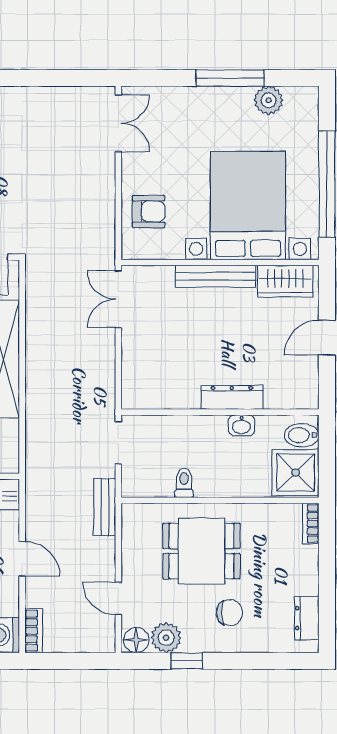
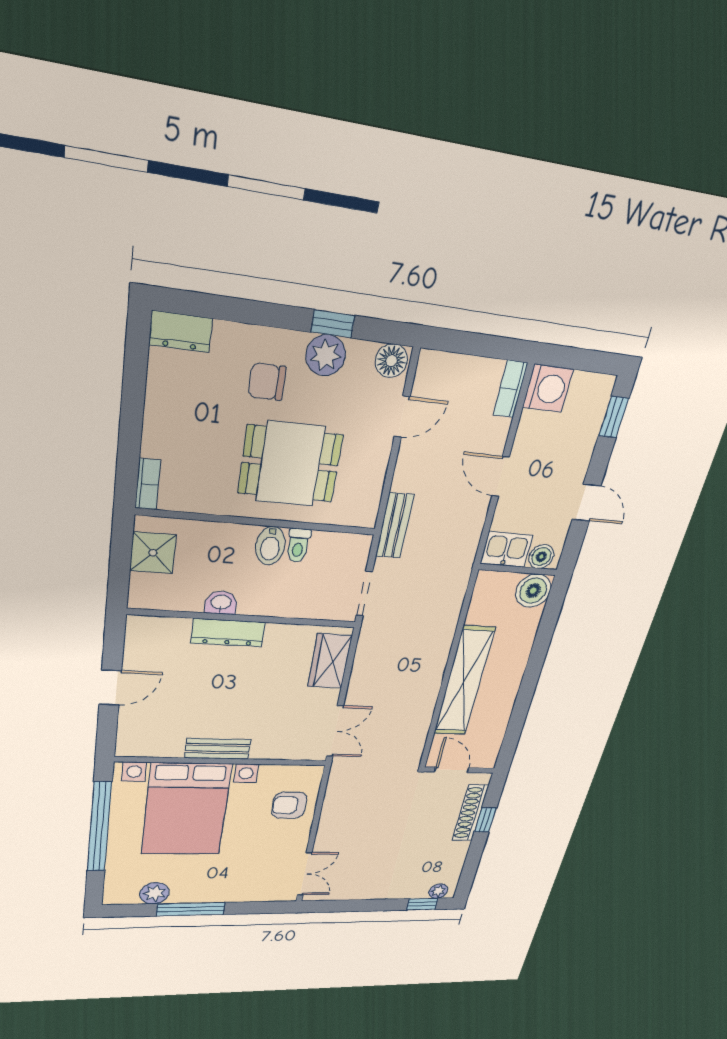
double door: (118, 123) -> (305, 874), swing flipped
bench: (216, 276) -> (218, 749), width x0.73
wardrobe: (285, 281) -> (330, 661), moved, turned -90
bidet: (302, 435) -> (270, 546), moved, turned 90
shower: (296, 473) -> (153, 553), width x0.73, depth x0.73
door: (118, 599) -> (402, 417), hinge flipped
dresser: (307, 618) -> (180, 332), moved, turned 90
plant: (166, 638) -> (326, 355), moved

